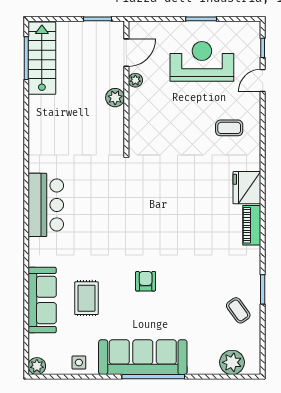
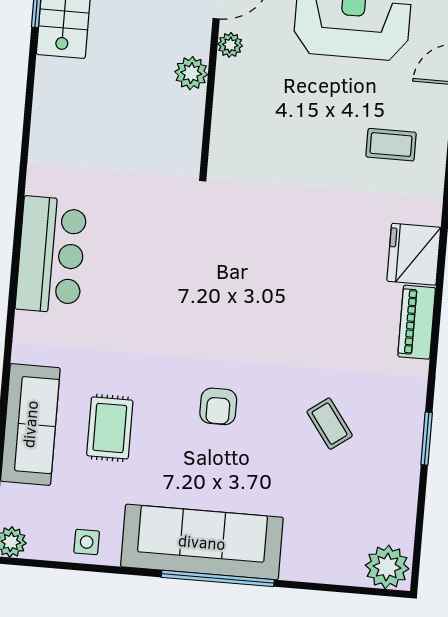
armchair: (146, 281) -> (218, 406), turned 180
coffee table: (238, 310) -> (330, 424), moved
plant: (232, 362) -> (387, 567), moved

